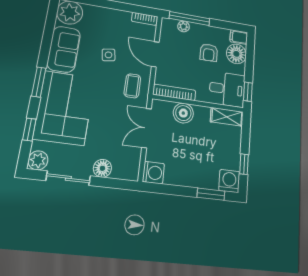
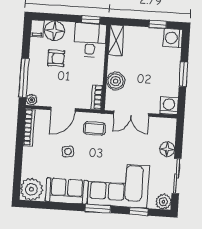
bookcase: (144, 19) -> (29, 128), width x1.56
plant: (184, 26) -> (32, 100), moved
bookcase: (174, 92) -> (97, 97), width x0.64
window: (211, 194) -> (183, 74), moved

